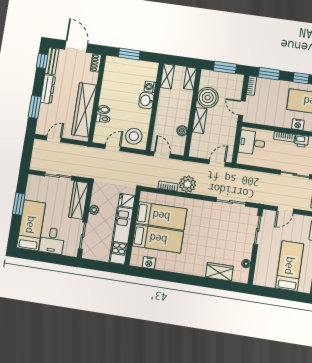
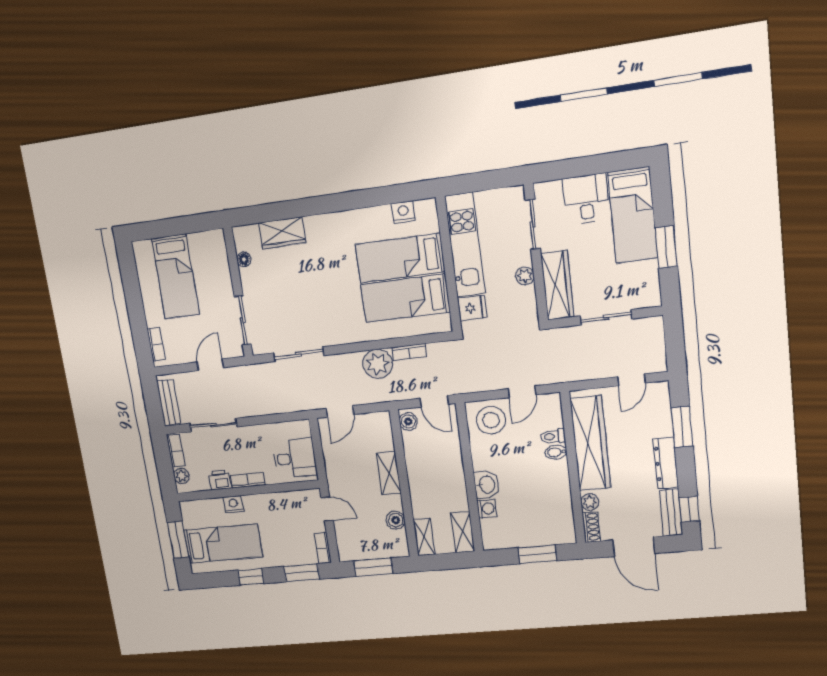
plant: (93, 77) -> (590, 502), added
boiler: (208, 98) -> (396, 520), width x0.54, depth x0.54
boiler: (182, 131) -> (408, 421), moved

